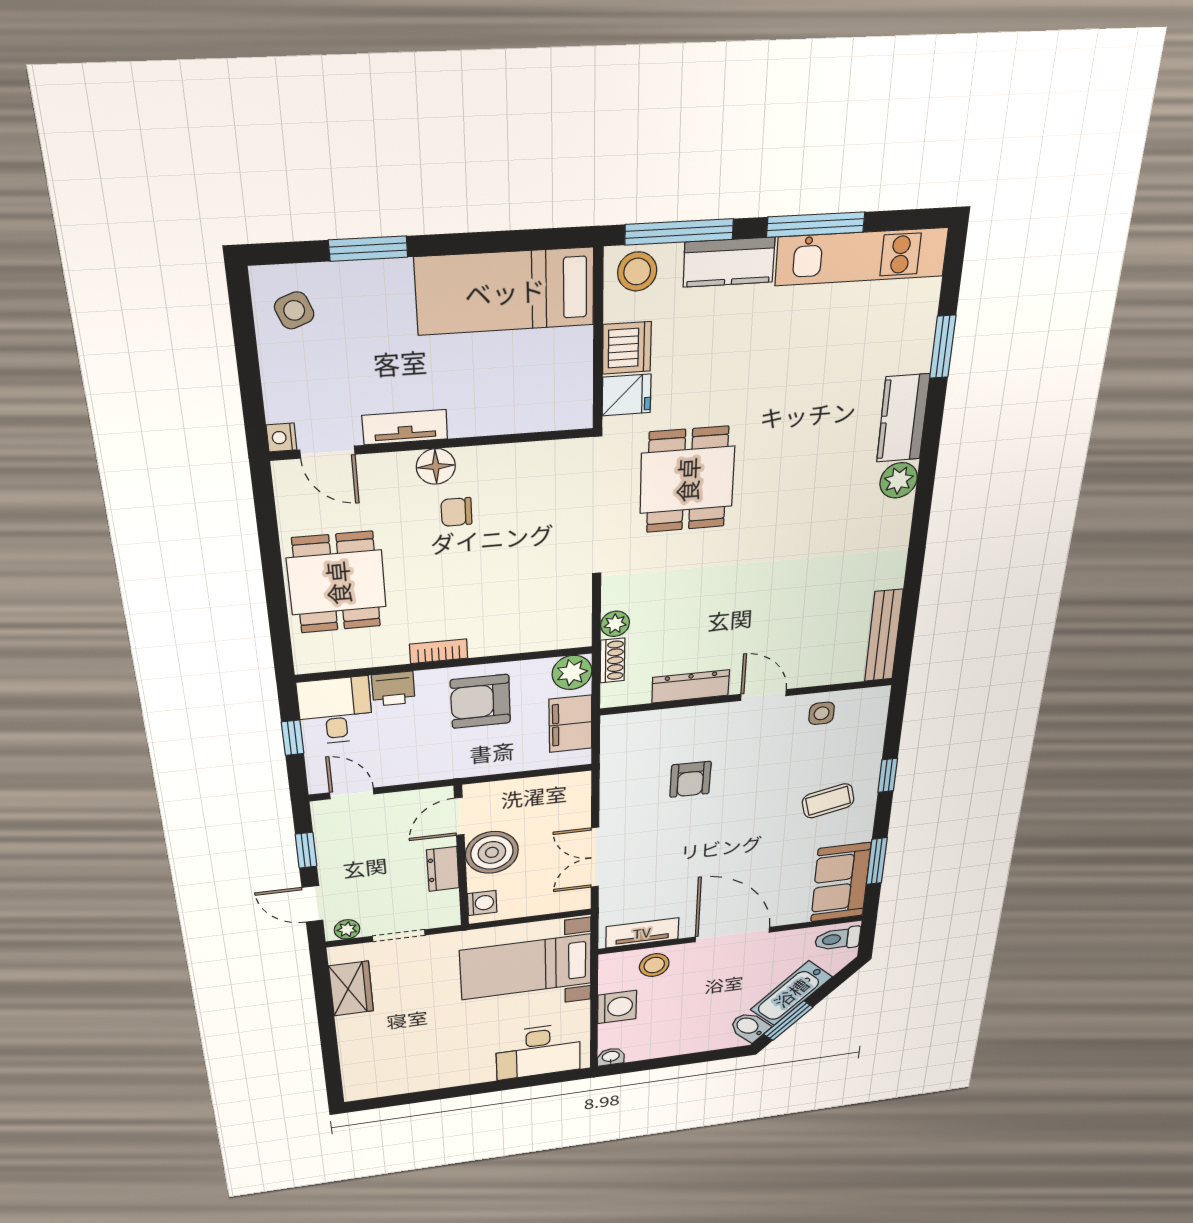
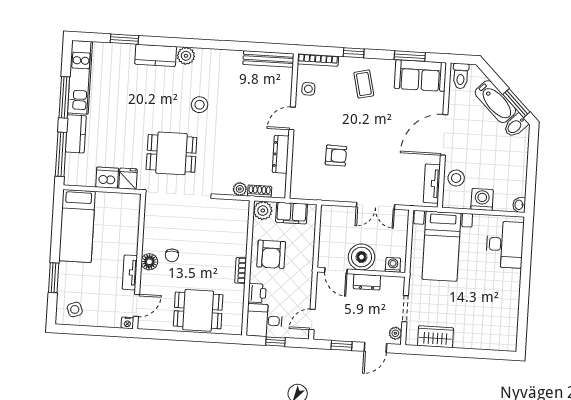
stool: (637, 271) -> (200, 105), moved
bookcase: (877, 720) -> (318, 60), added

